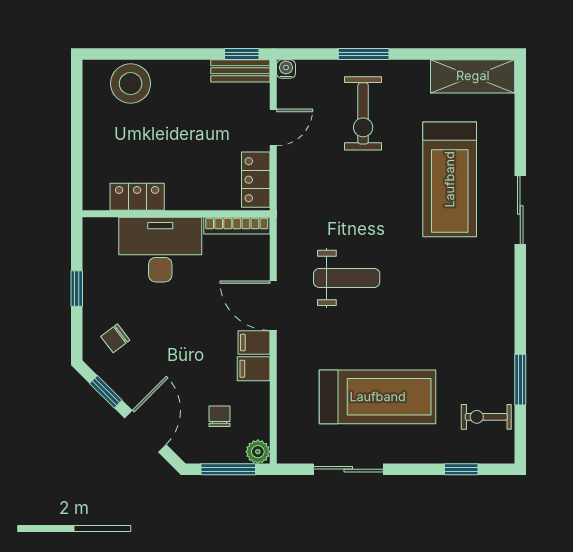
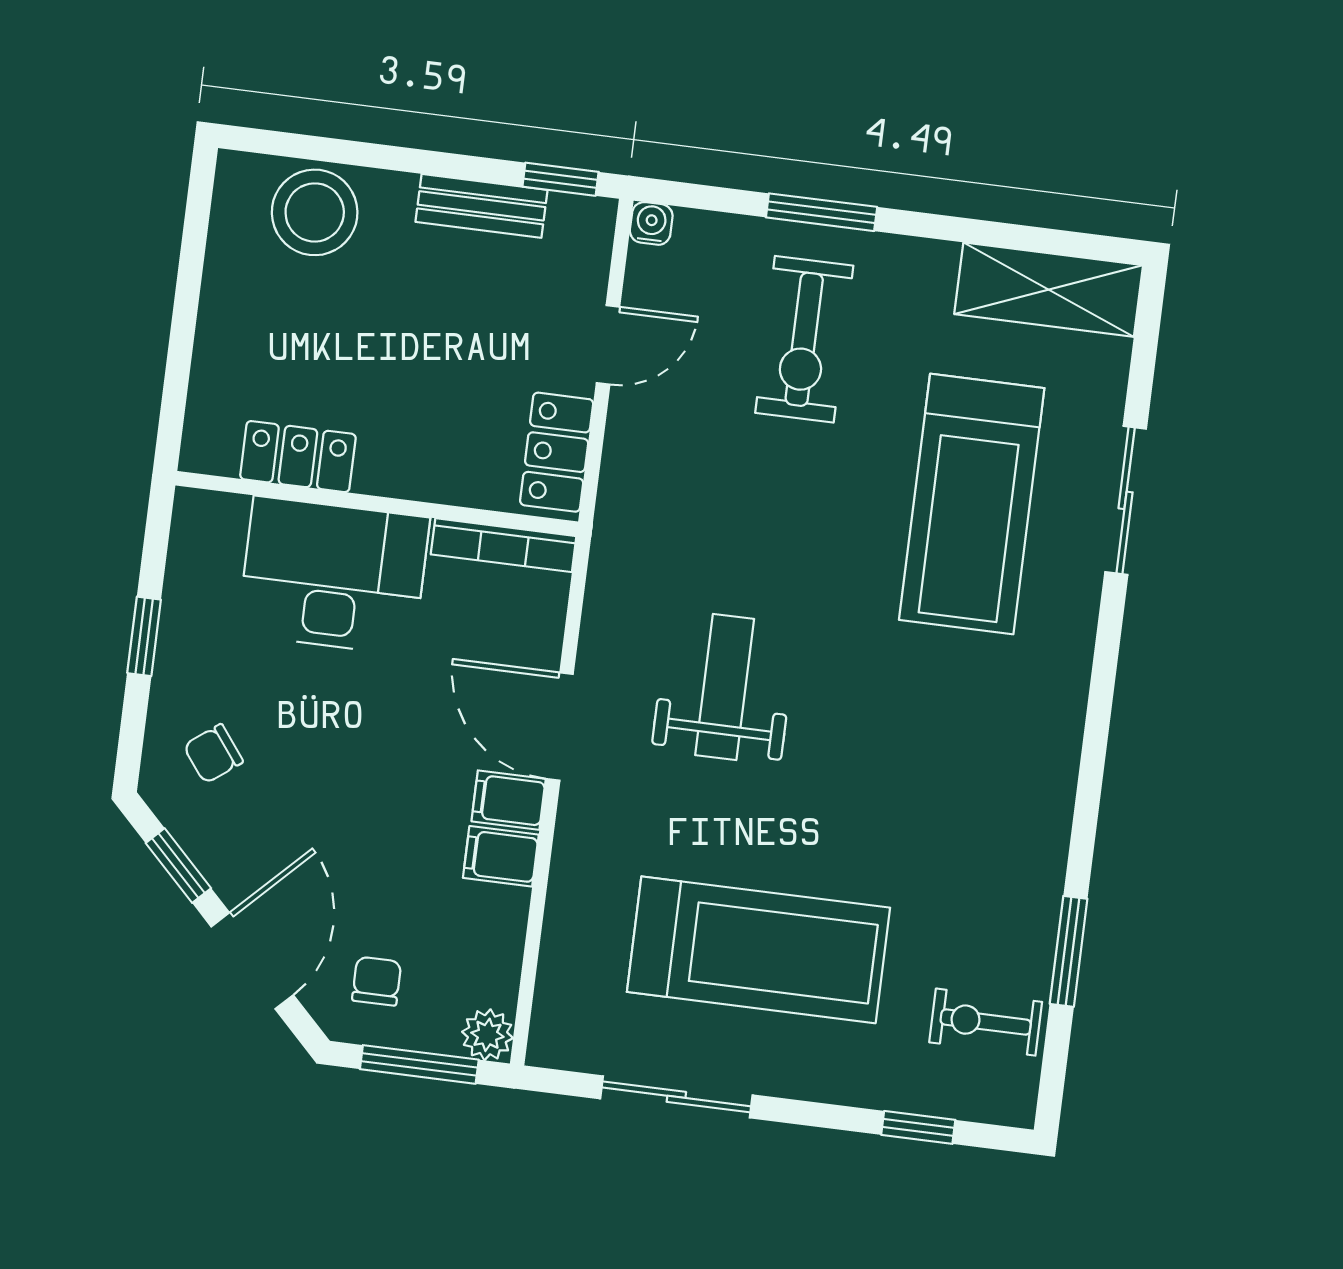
bench: (240, 71) -> (482, 206), moved
sliding door: (520, 210) -> (1126, 500), moved
weight bench: (347, 278) -> (725, 687), turned -90
chair: (220, 416) -> (377, 981), moved

